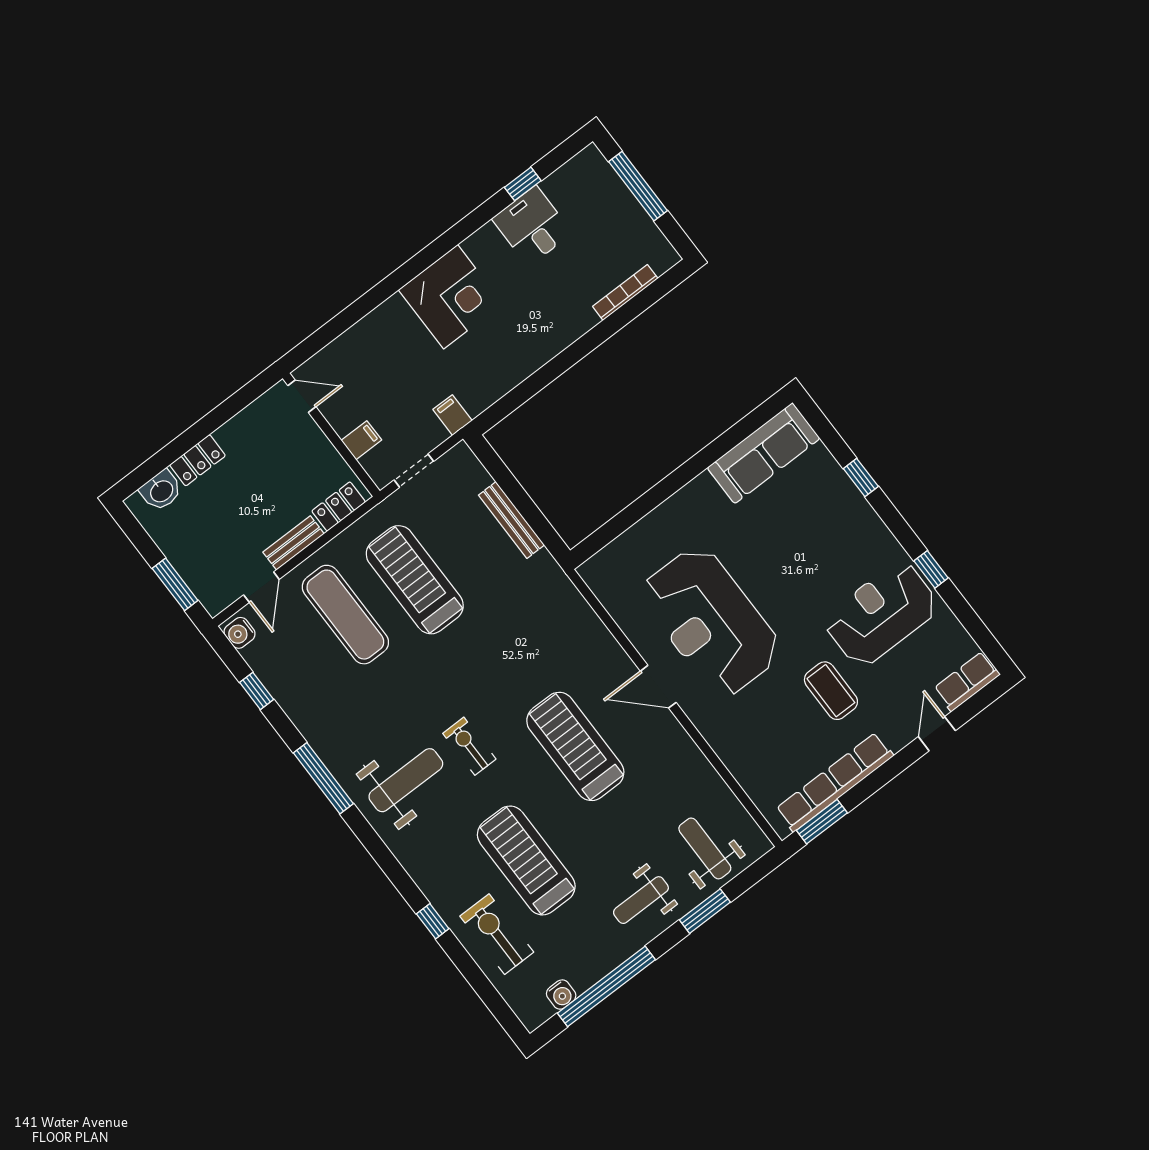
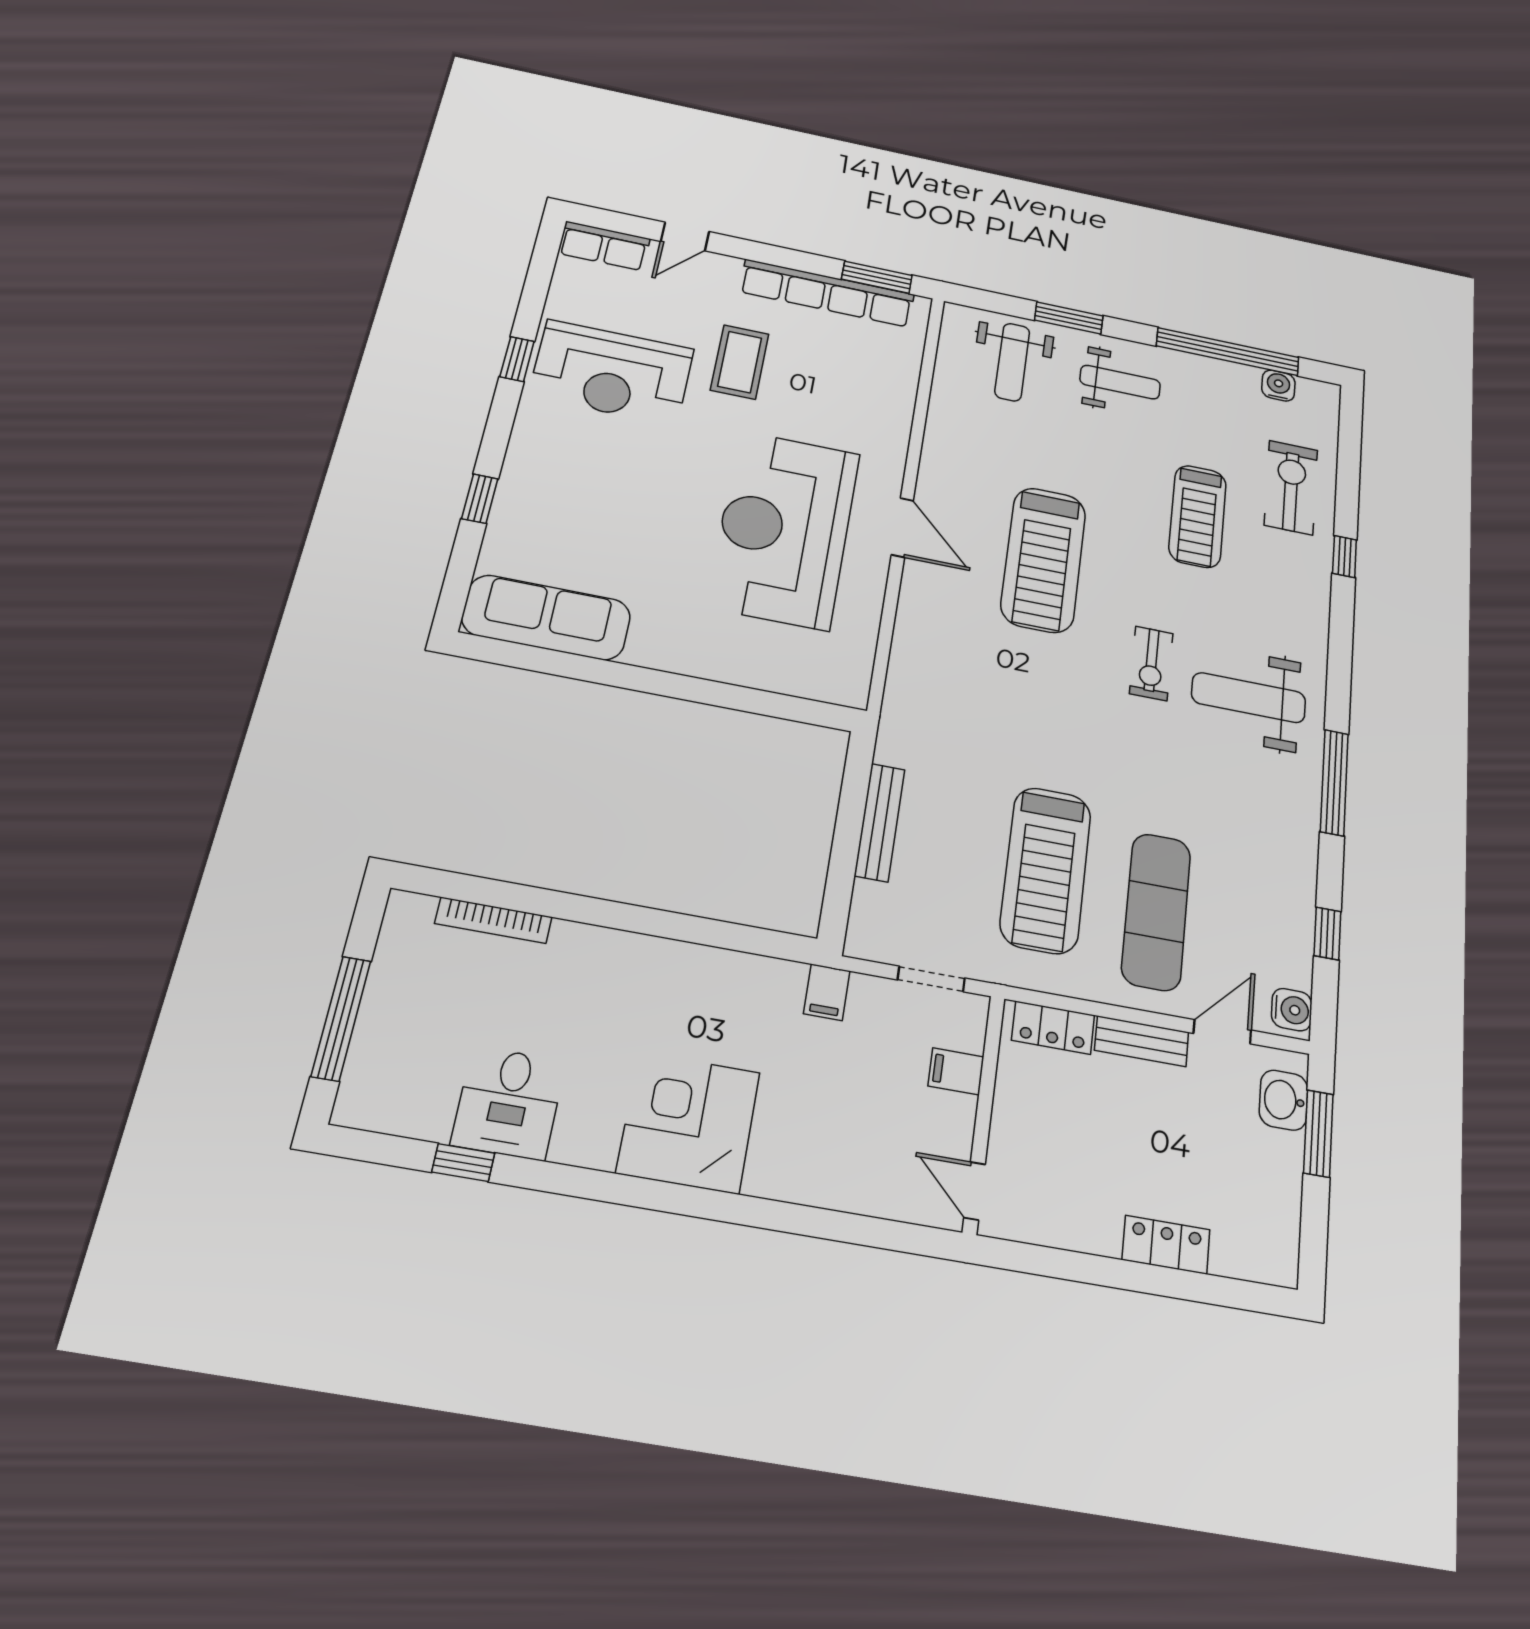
washbasin: (161, 491) -> (1284, 1100), moved, turned -90
reception desk: (711, 622) -> (784, 529), turned 180
treadmill: (526, 860) -> (1198, 516), width x0.73, depth x0.73
exercise bike: (497, 934) -> (1291, 487), turned 180

